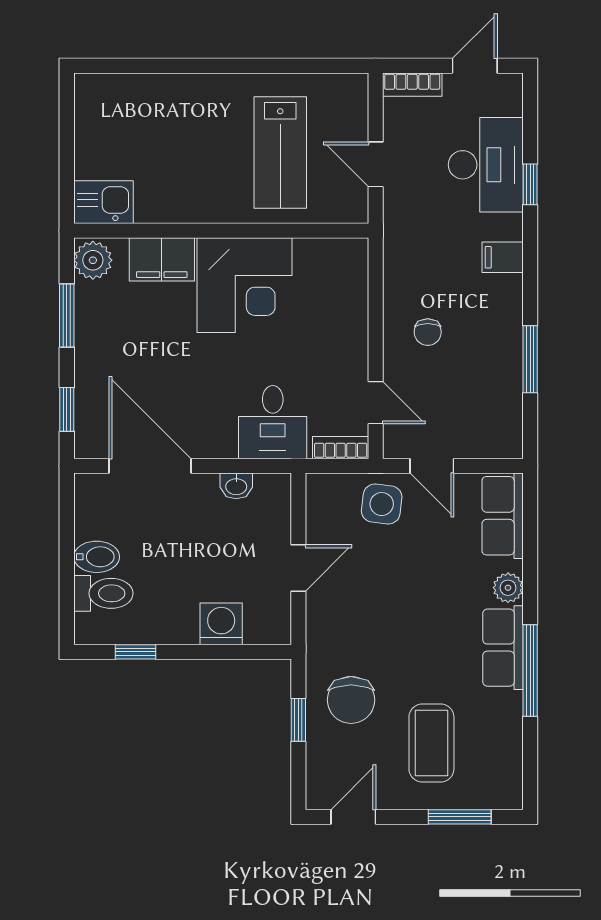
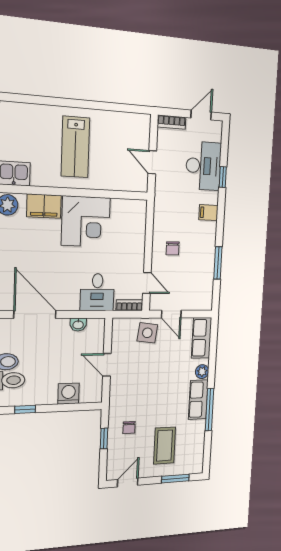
lab bench: (280, 153) -> (75, 147), moved
door: (298, 568) -> (107, 365), swing flipped
chair: (351, 700) -> (129, 428), width x0.54, depth x0.54

